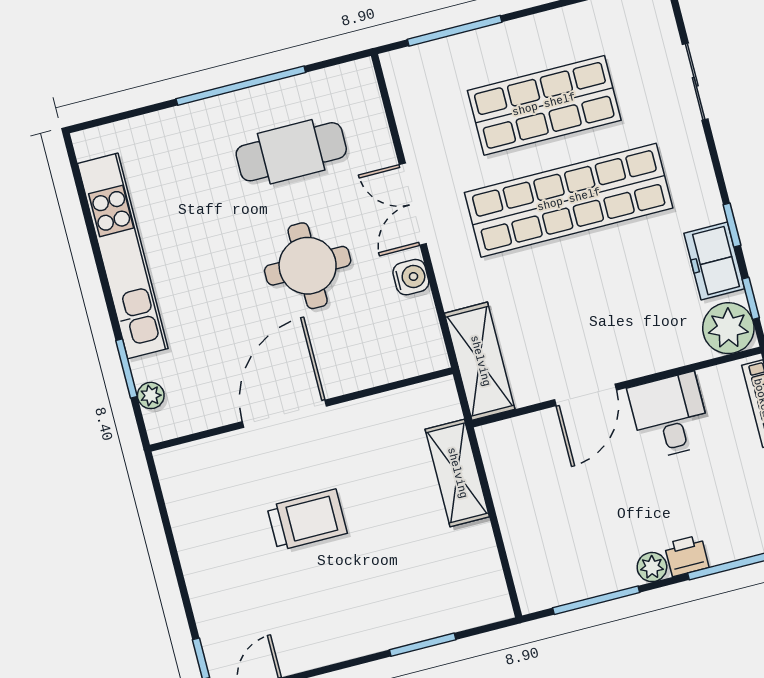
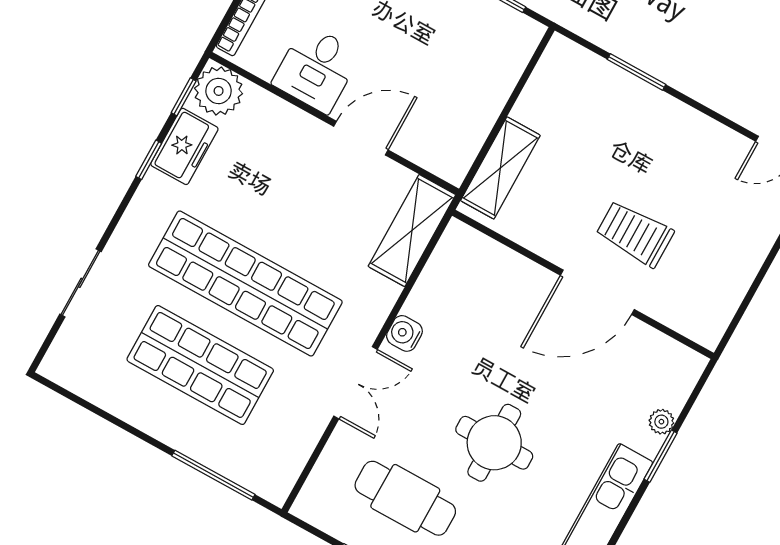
round table: (308, 266) -> (494, 443), moved
wall: (301, 409) -> (583, 284), moved
door: (284, 414) -> (597, 292), moved

